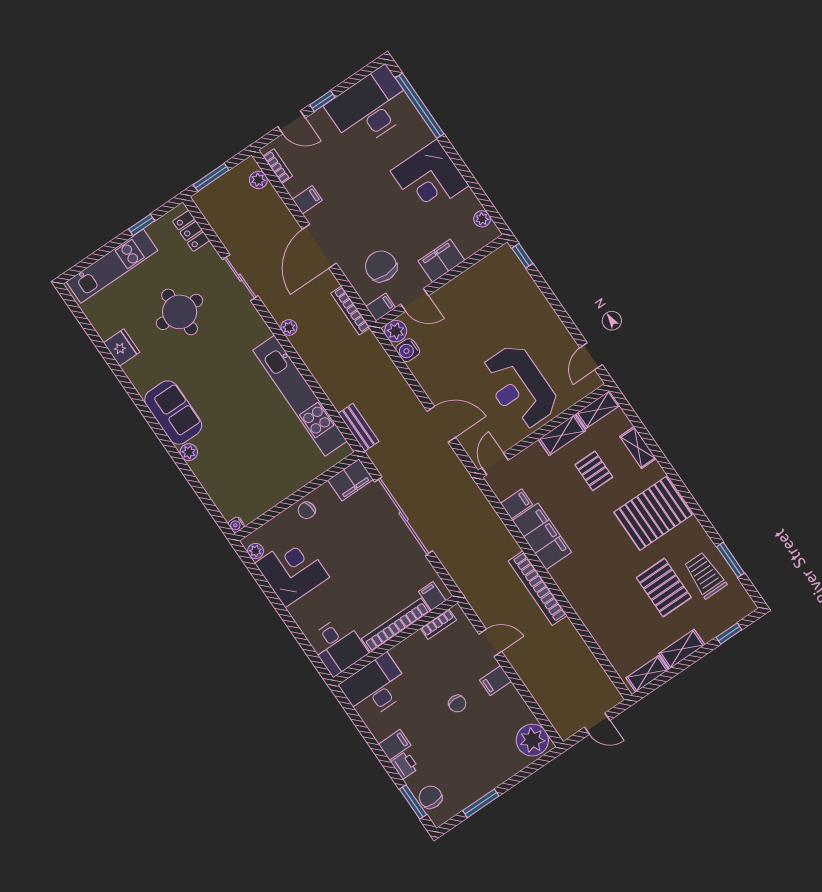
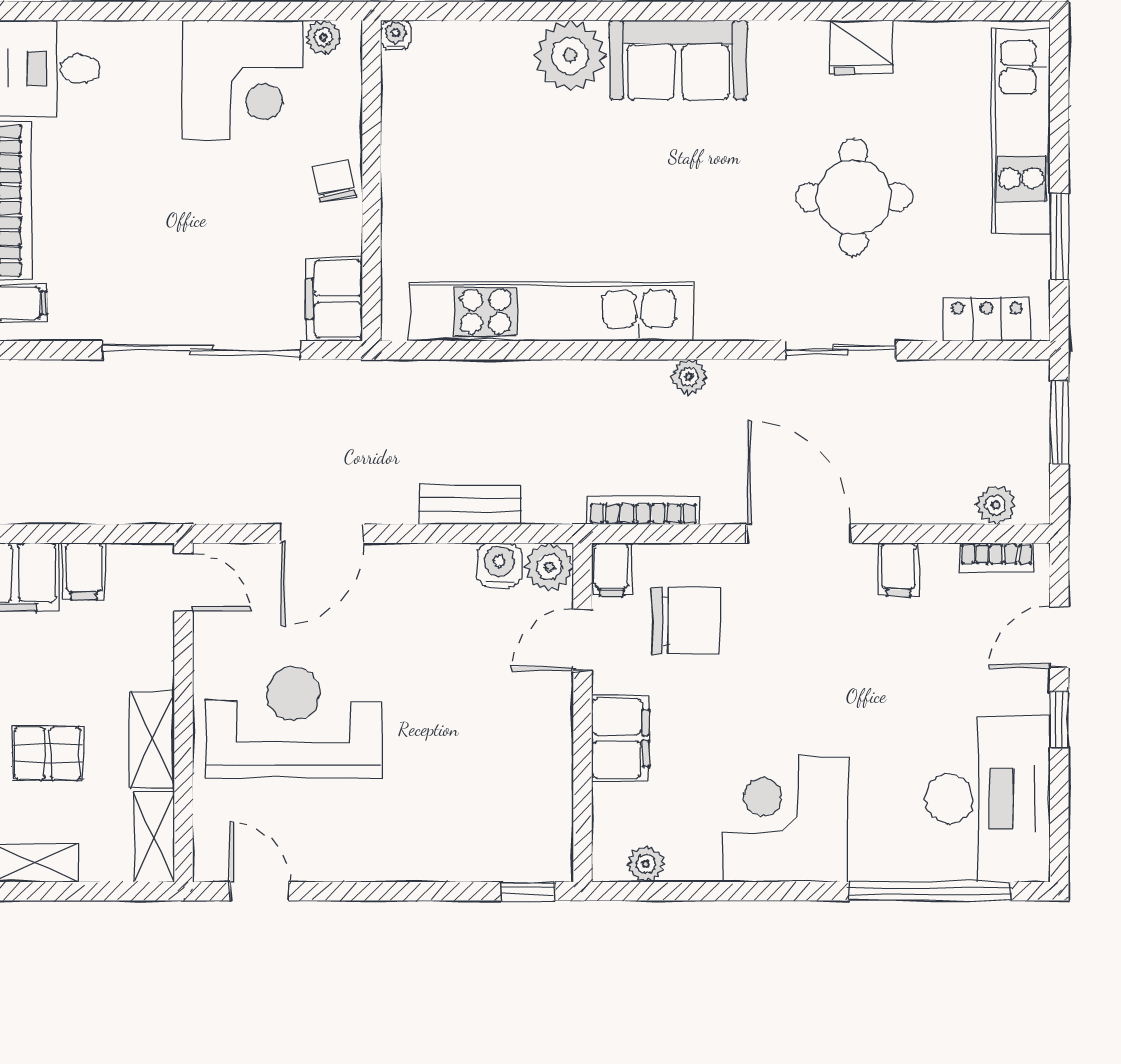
window: (142, 225) -> (1059, 237), width x1.50
bench: (359, 427) -> (470, 505), moved
plant: (189, 452) -> (570, 56), width x1.87, depth x1.87

